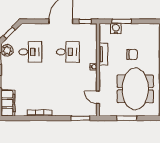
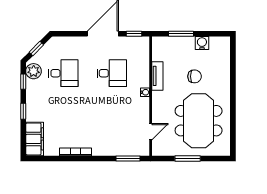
water cooler: (116, 29) -> (202, 43), moved
door: (98, 97) -> (151, 132), swing flipped

